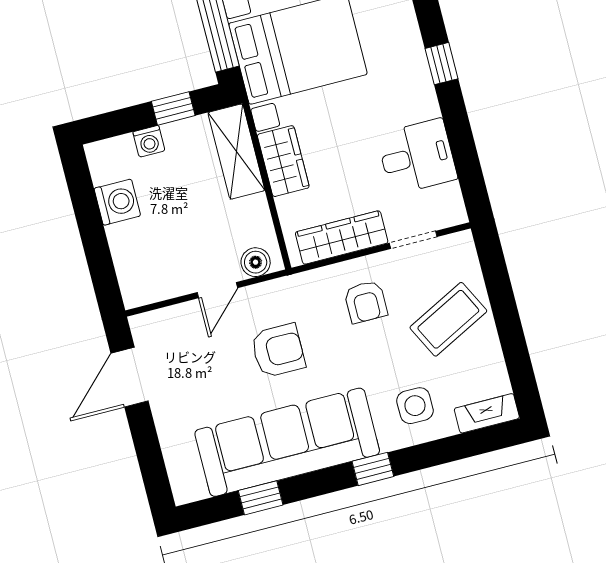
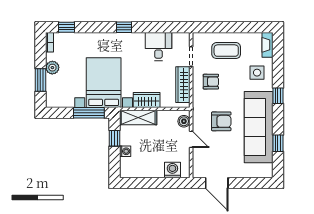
washing machine: (117, 202) -> (172, 170), moved
coffee table: (448, 319) -> (226, 51), turned -63
armchair: (278, 351) -> (221, 121), turned 90

